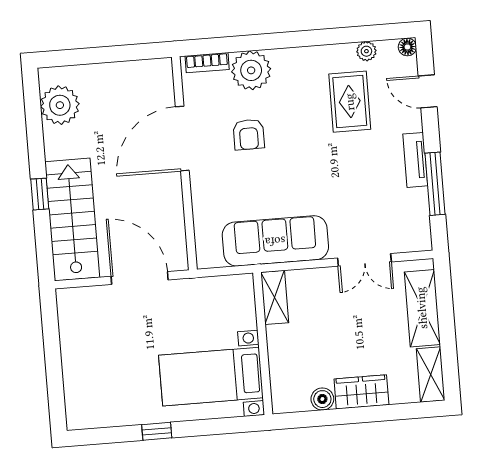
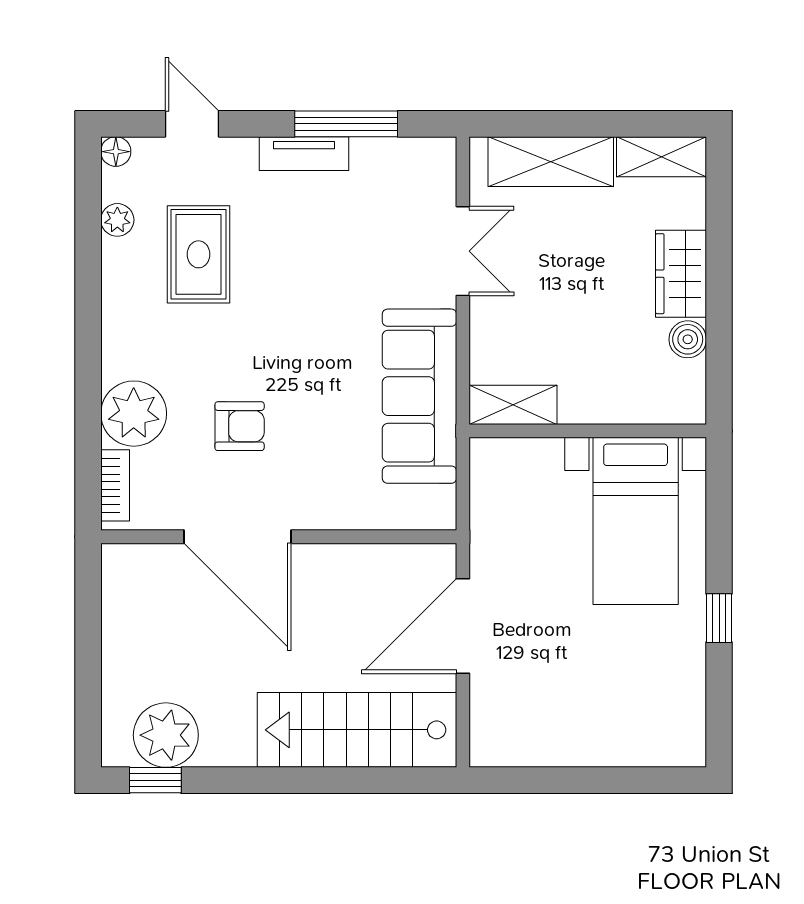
door: (428, 91) -> (192, 124), swing flipped
rug: (350, 102) -> (198, 254), turned 90
window: (40, 194) -> (155, 780), moved

